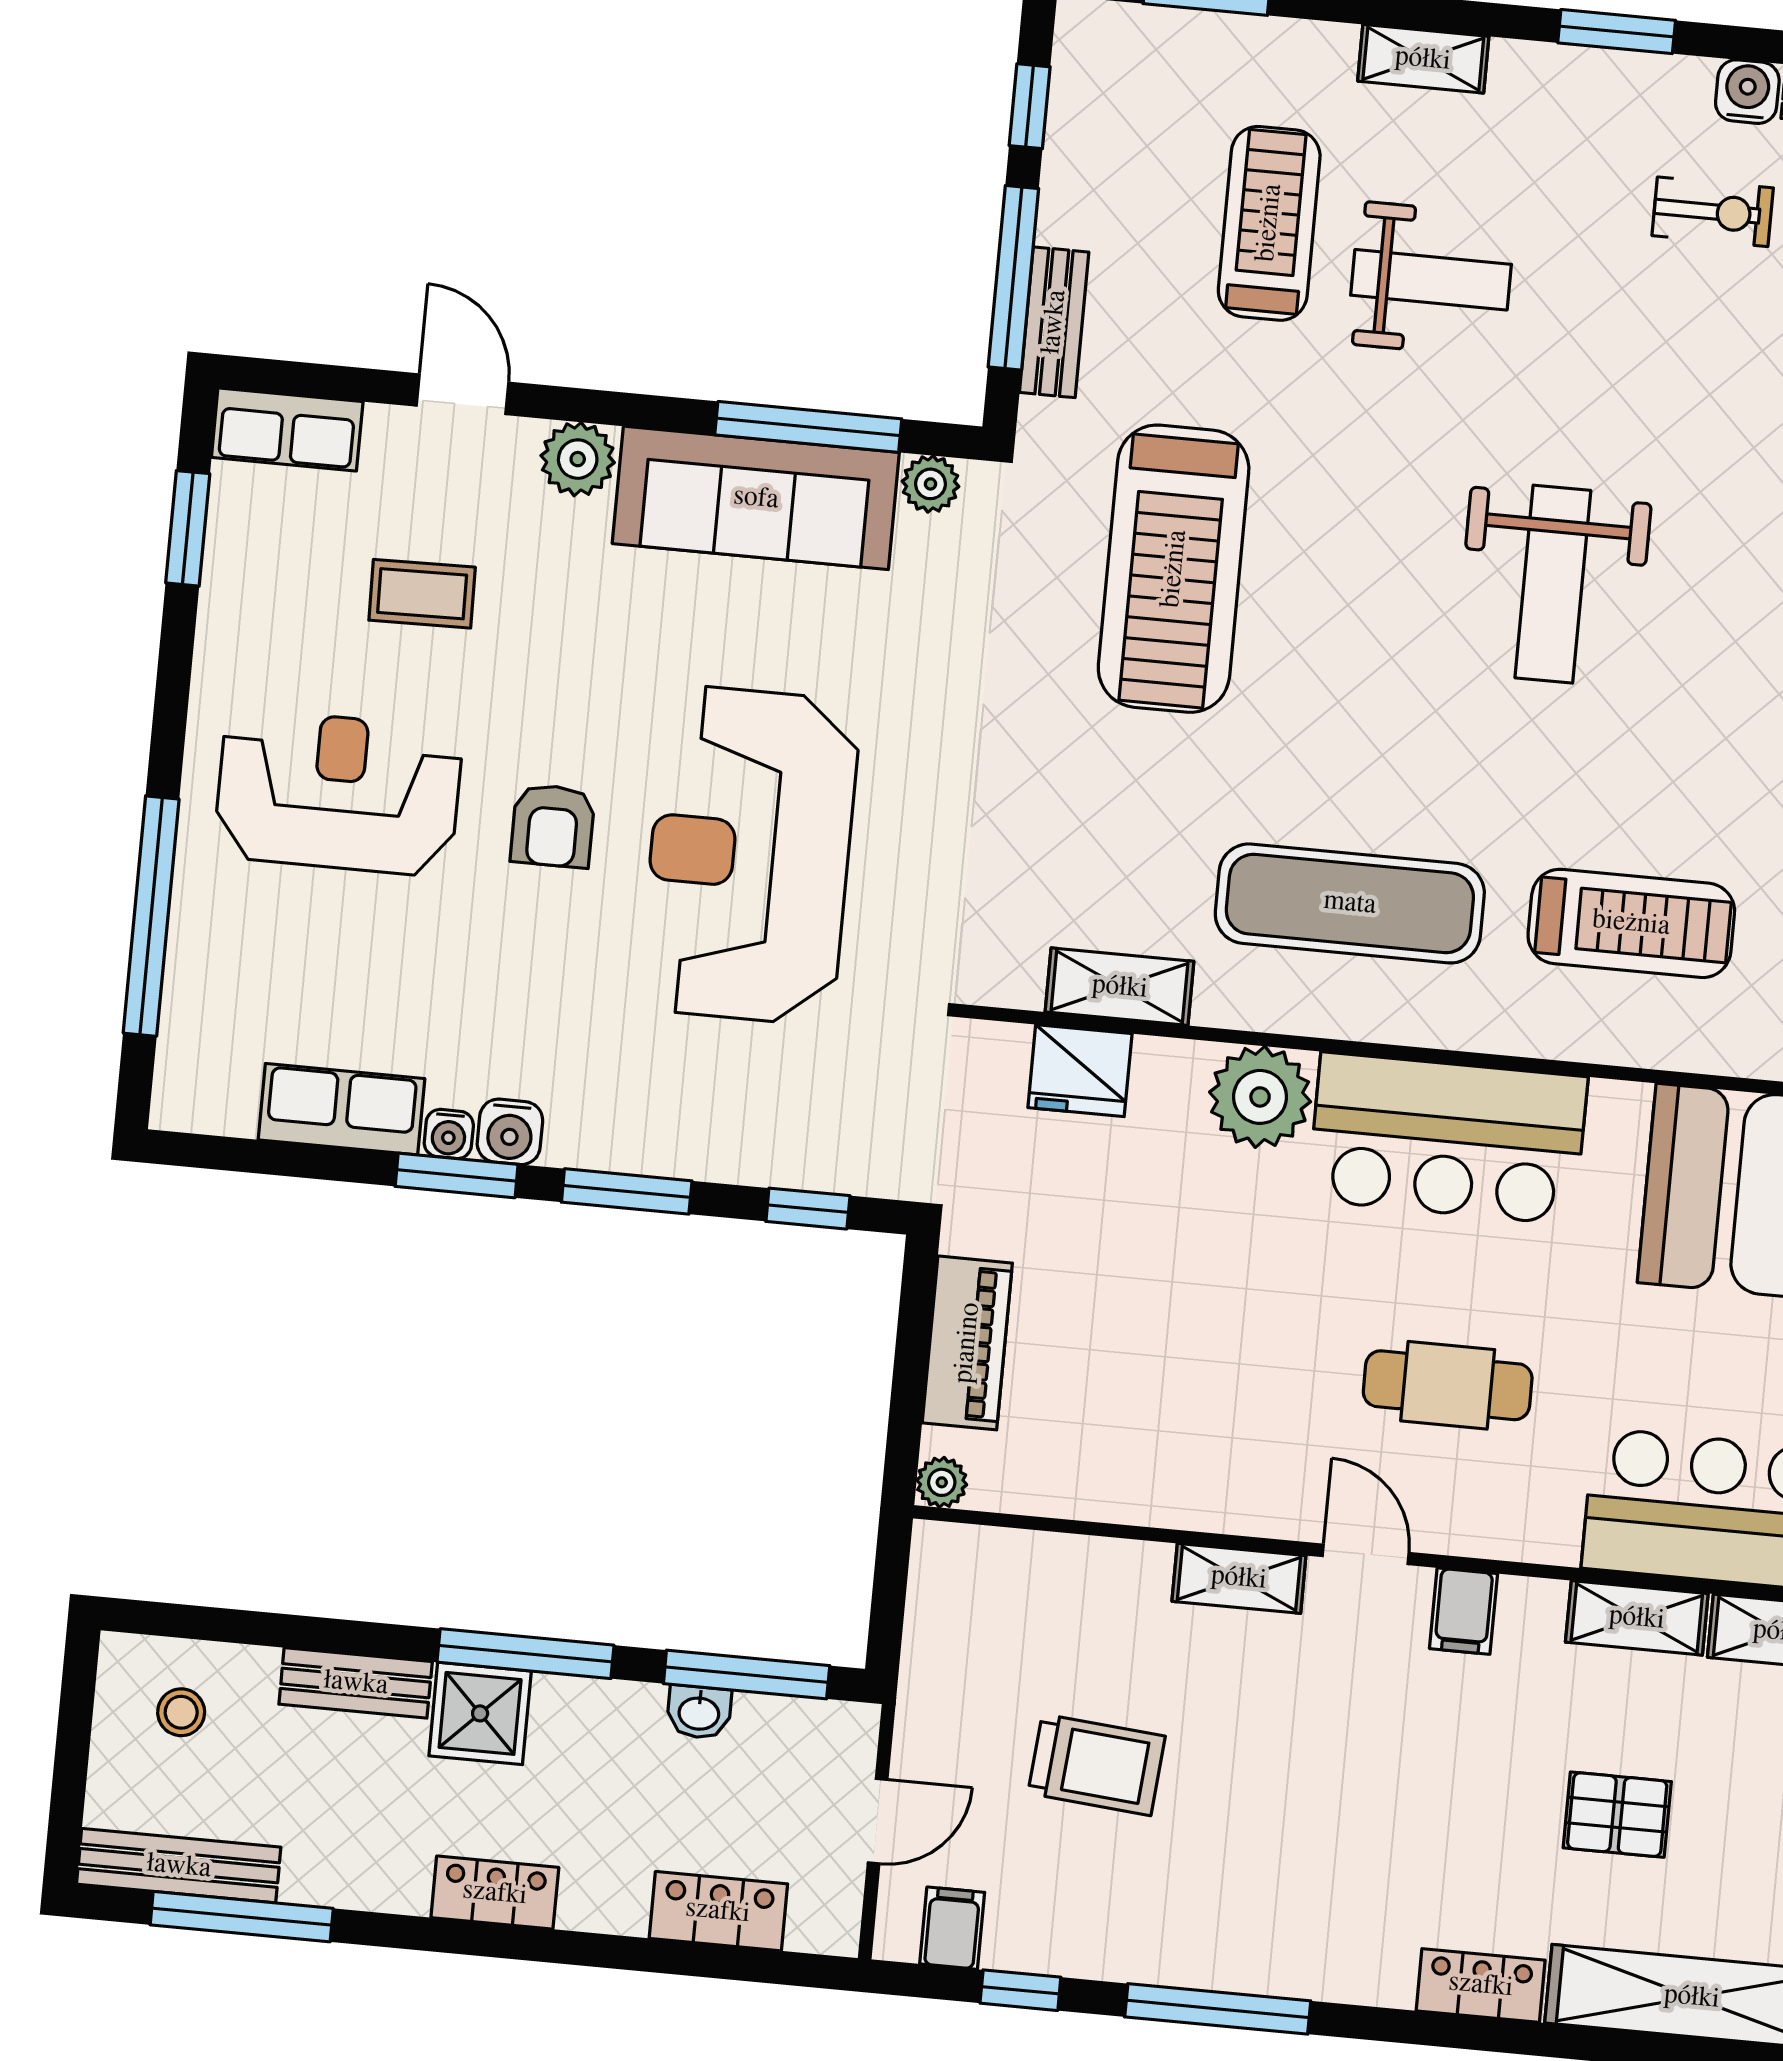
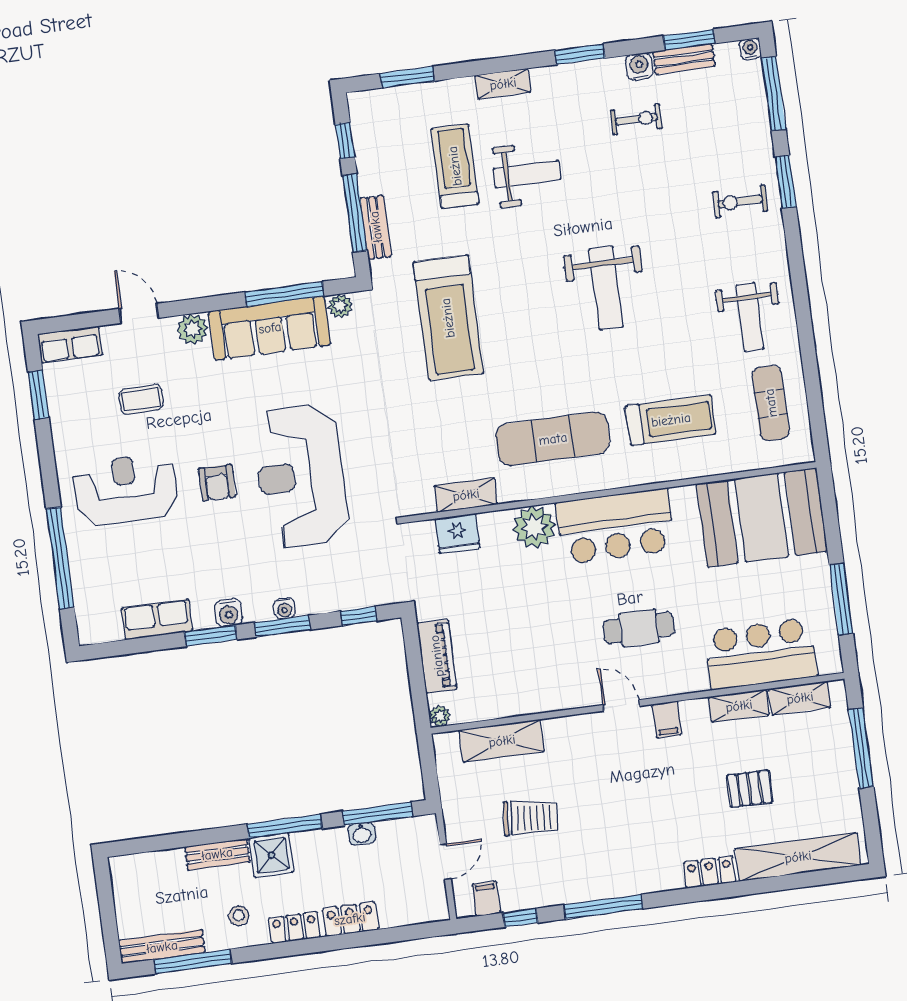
water cooler: (449, 1134) -> (284, 609), moved
shelving: (1239, 1578) -> (502, 741), moved, width x1.50, depth x1.33
stool: (181, 1712) -> (239, 916), moved
locker: (718, 1911) -> (350, 919), moved

